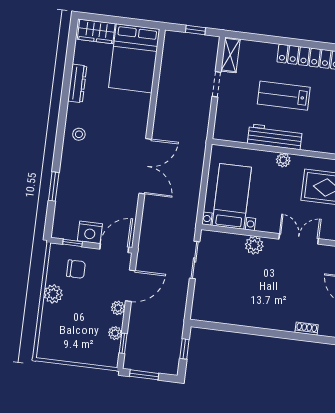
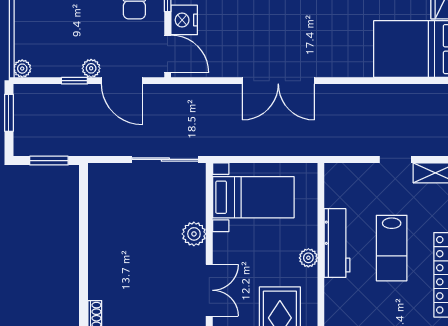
lab bench: (284, 96) -> (392, 248), turned 180
sliding door: (195, 260) -> (165, 159), width x1.37
plant: (115, 333) -> (22, 69), moved
window: (123, 343) -> (74, 81), moved
window: (184, 349) -> (49, 161), width x1.50

